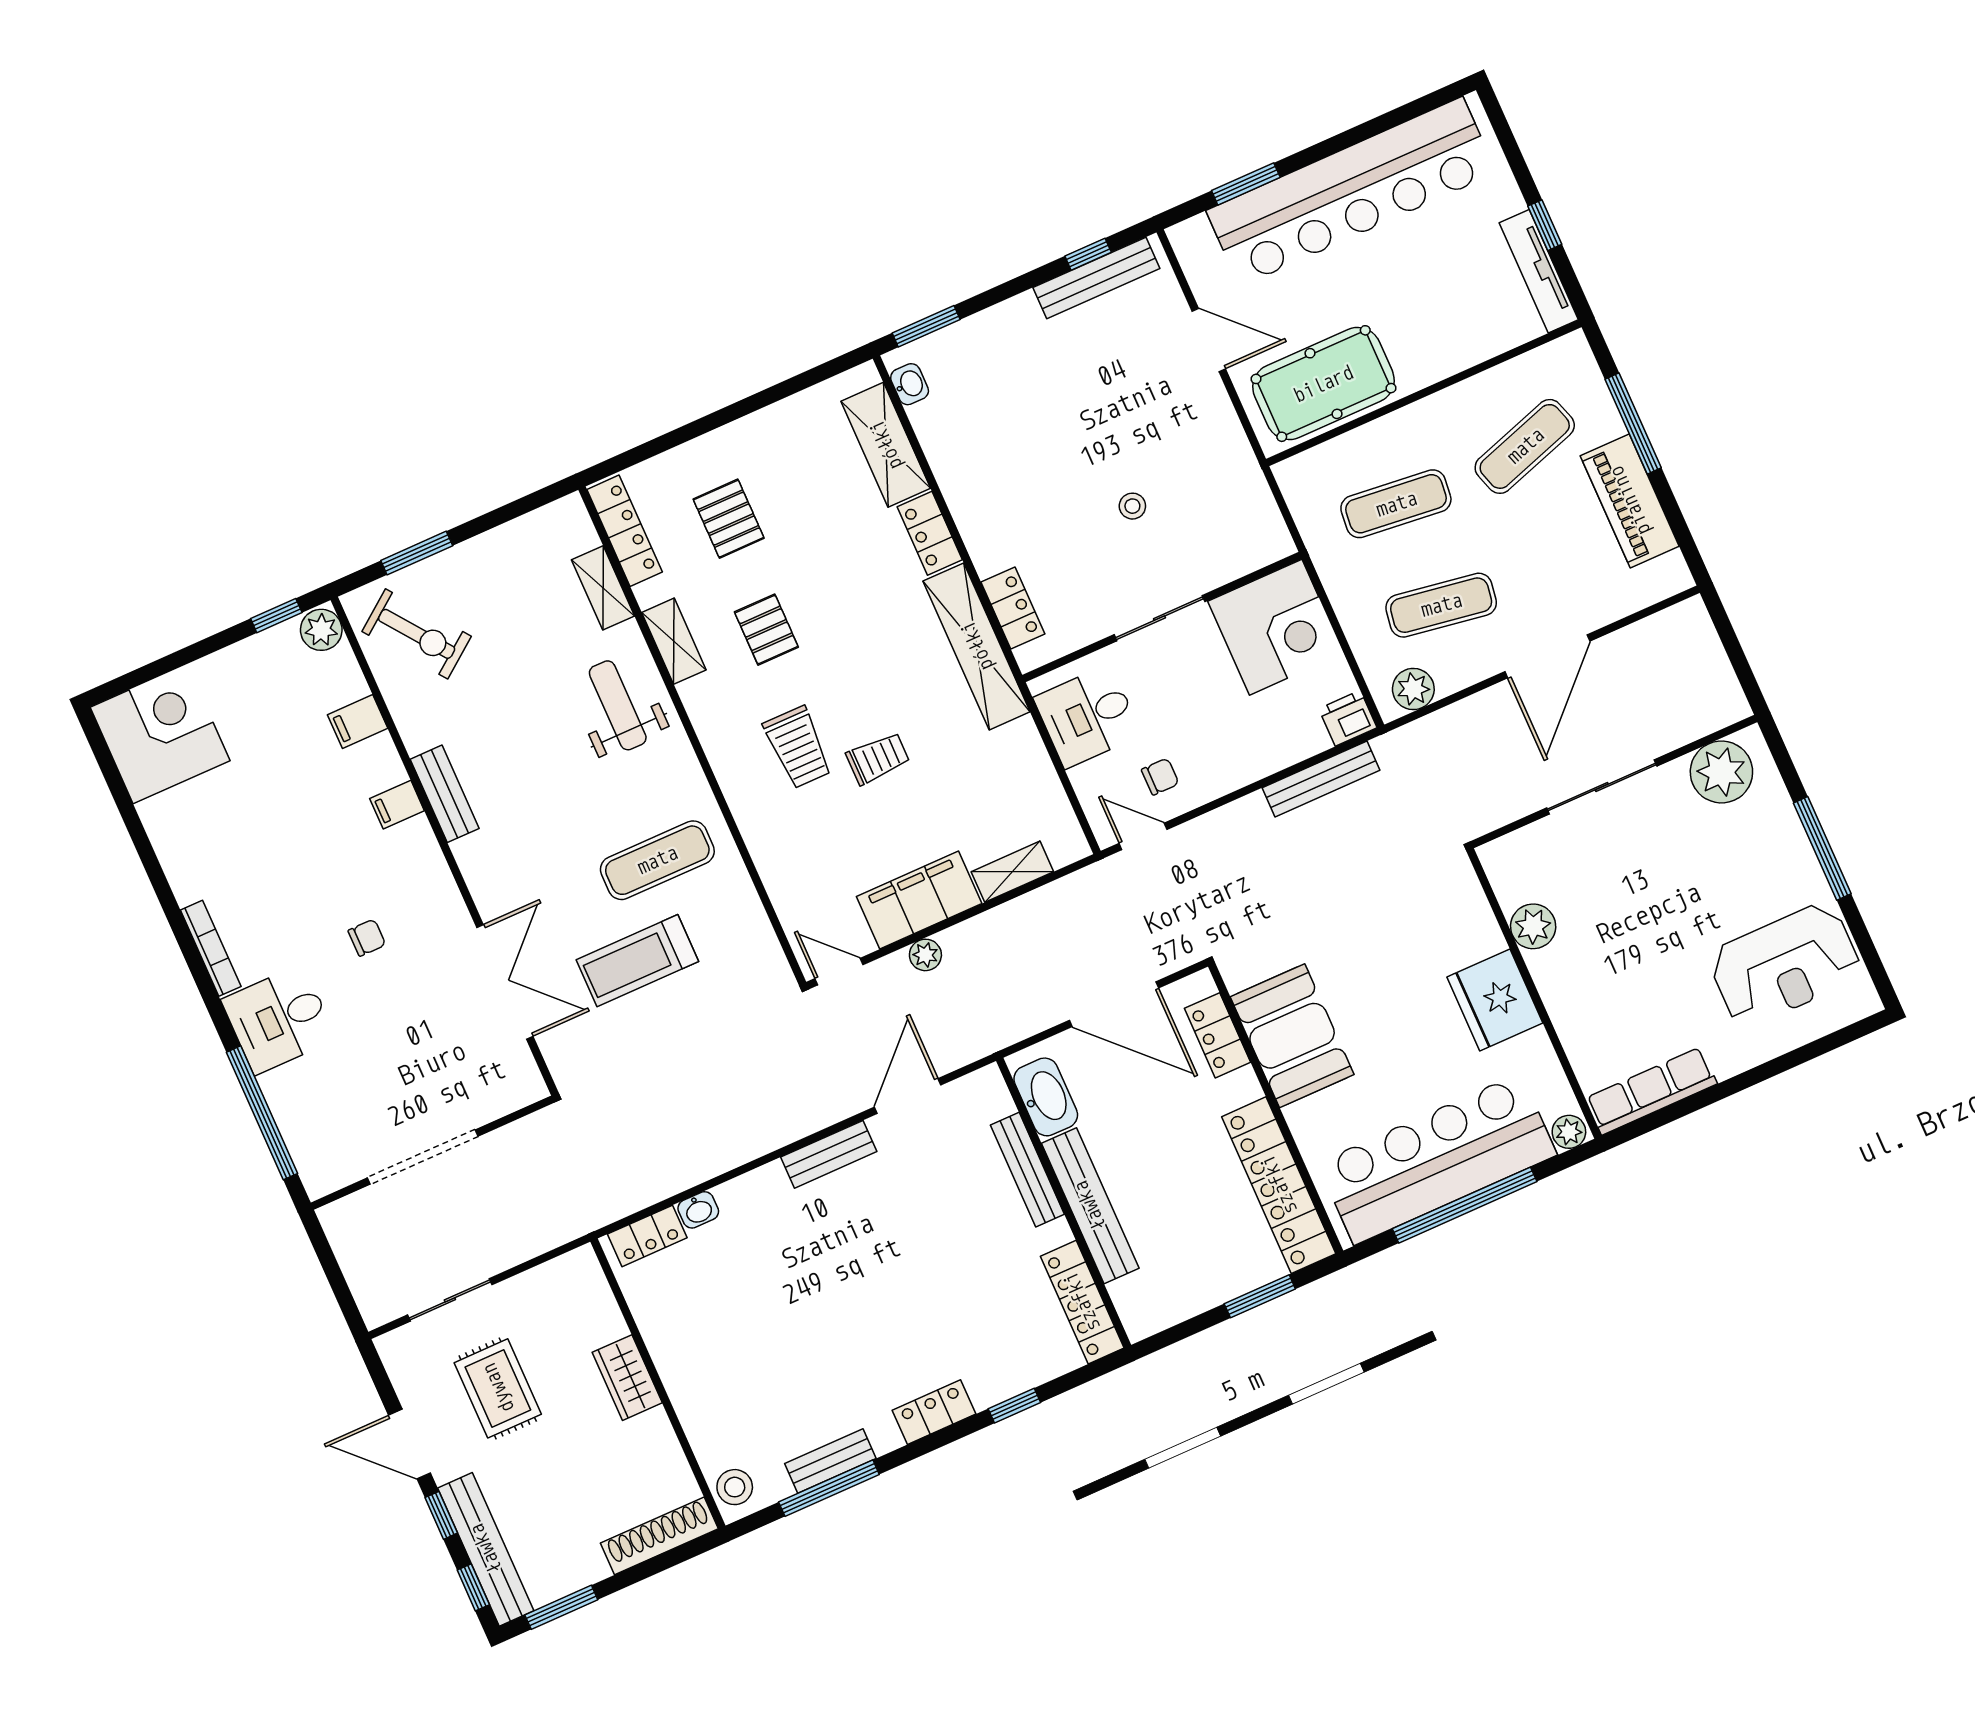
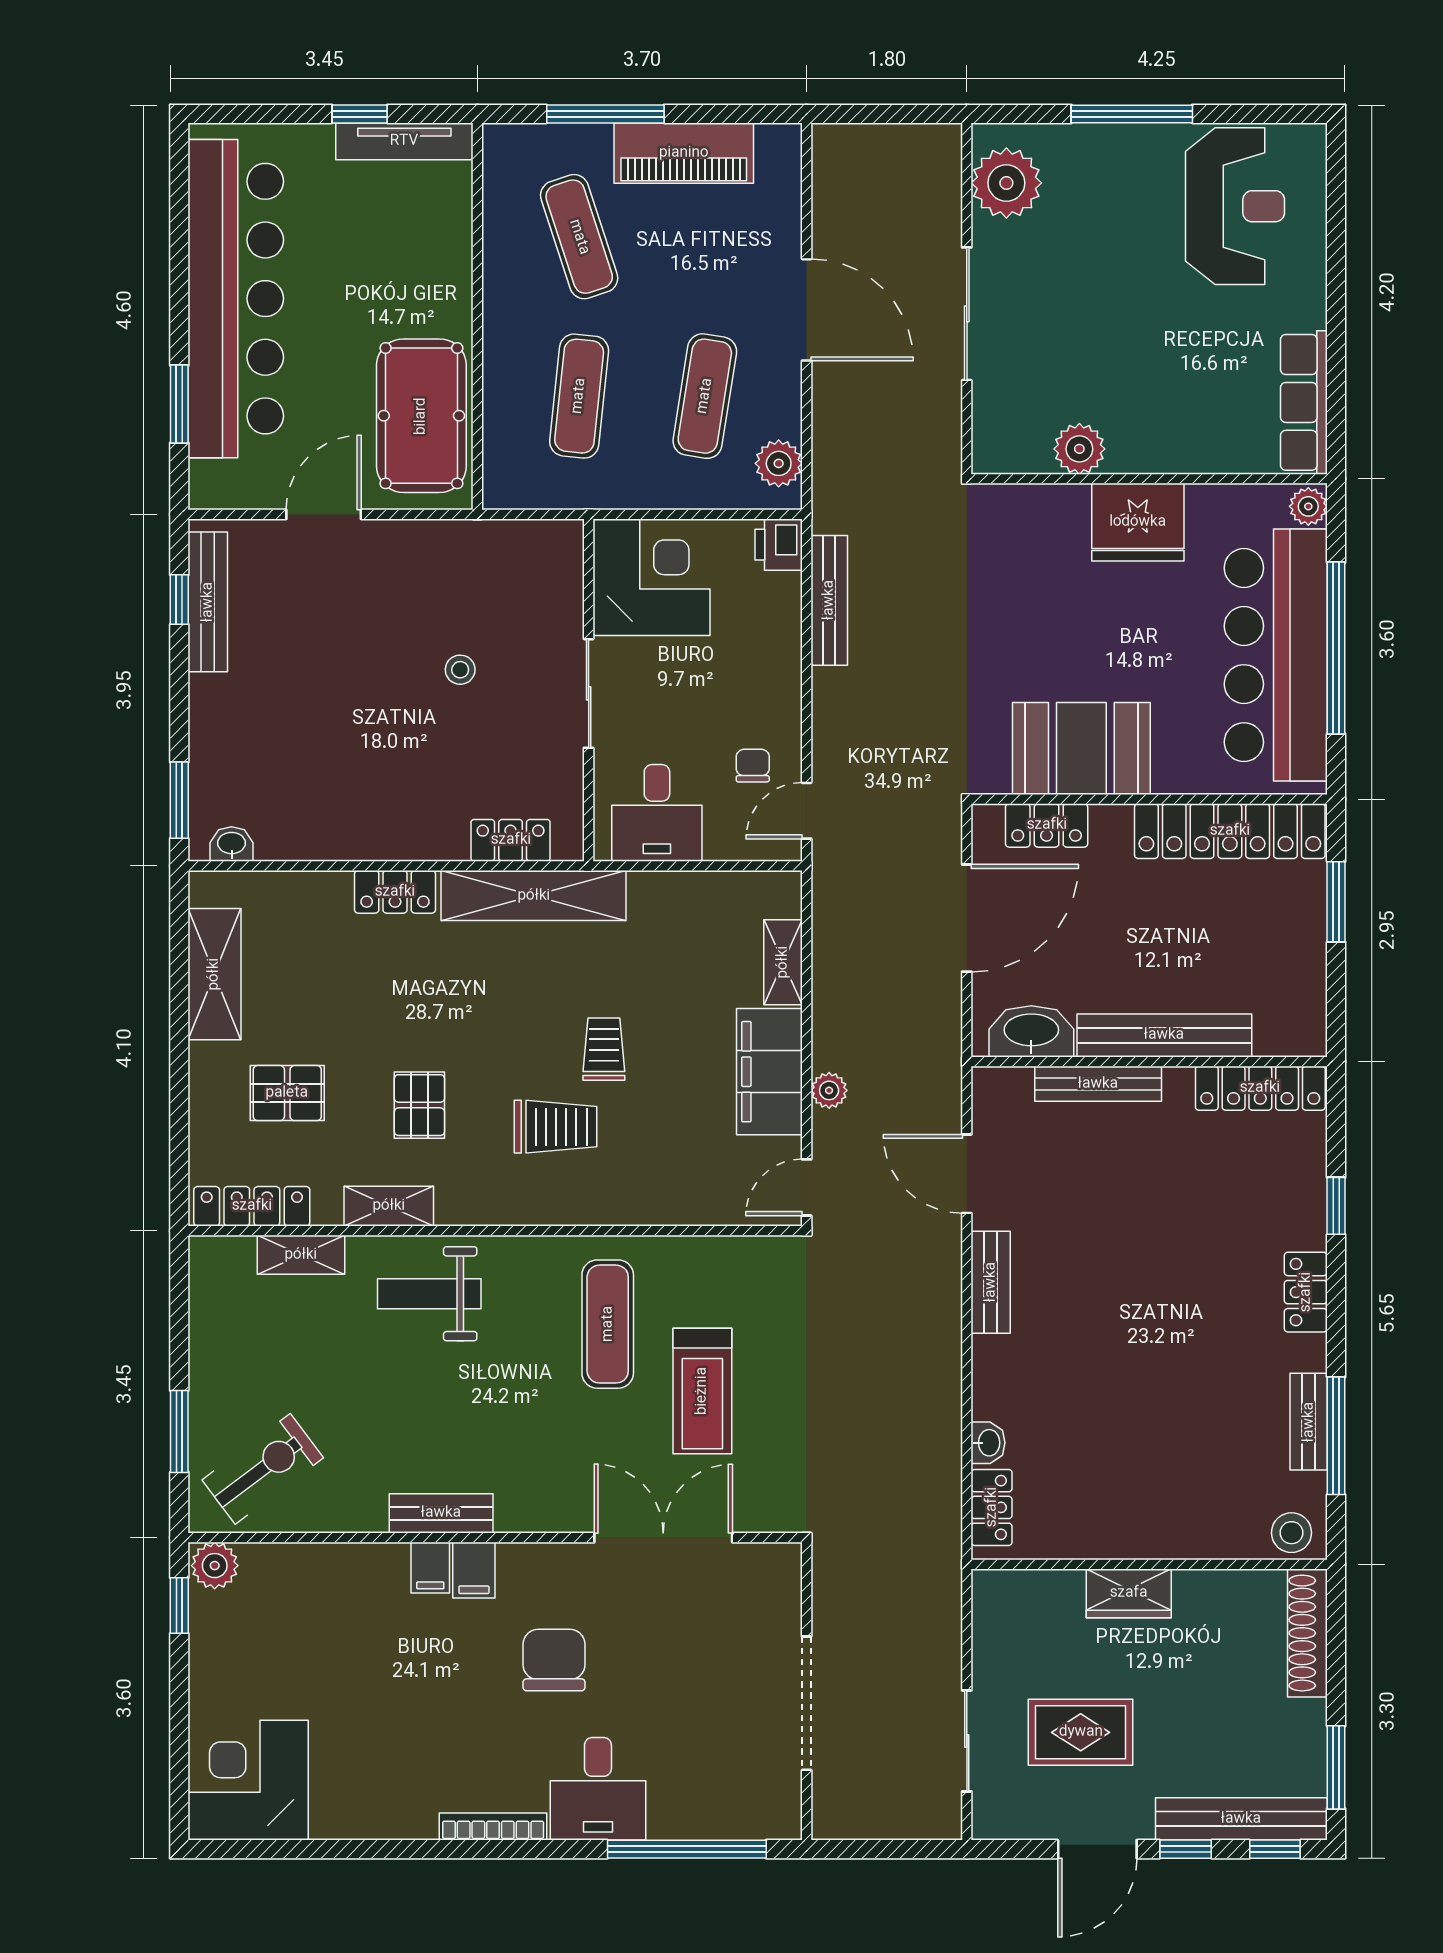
shelving: (886, 445) -> (214, 974), moved, turned 90
pallet: (766, 630) -> (419, 1105), turned 90
filing cabinet: (358, 722) -> (474, 1570), moved
chair: (367, 938) -> (554, 1660), width x1.87, depth x1.87

